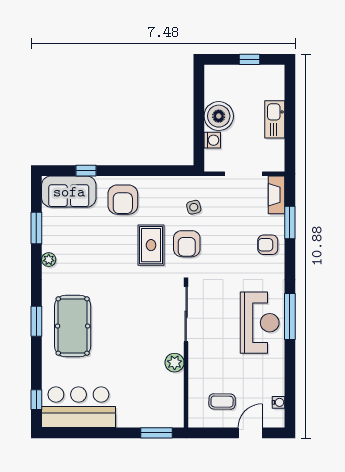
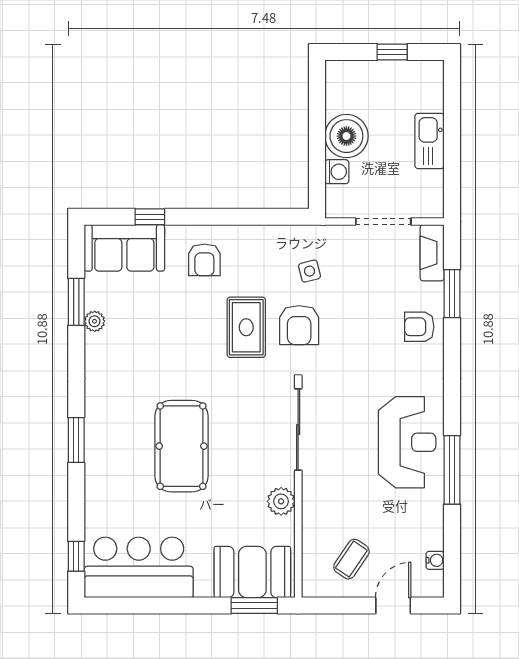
armchair: (123, 200) -> (204, 260), width x0.72, depth x0.72
plant: (49, 260) -> (95, 321), moved
window: (290, 316) -> (452, 470), moved
pool table: (73, 326) -> (182, 446), moved
coffee table: (222, 402) -> (351, 559), turned -57
booth: (155, 410) -> (252, 572), added

